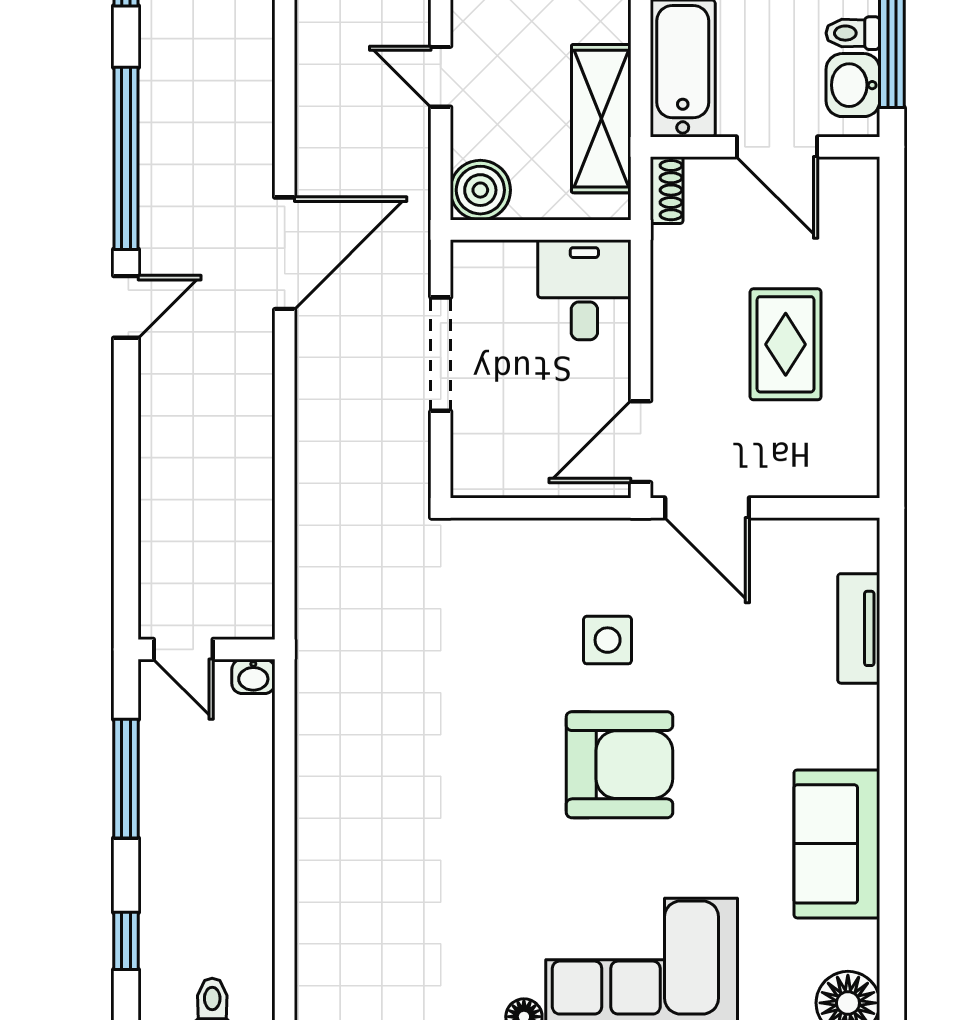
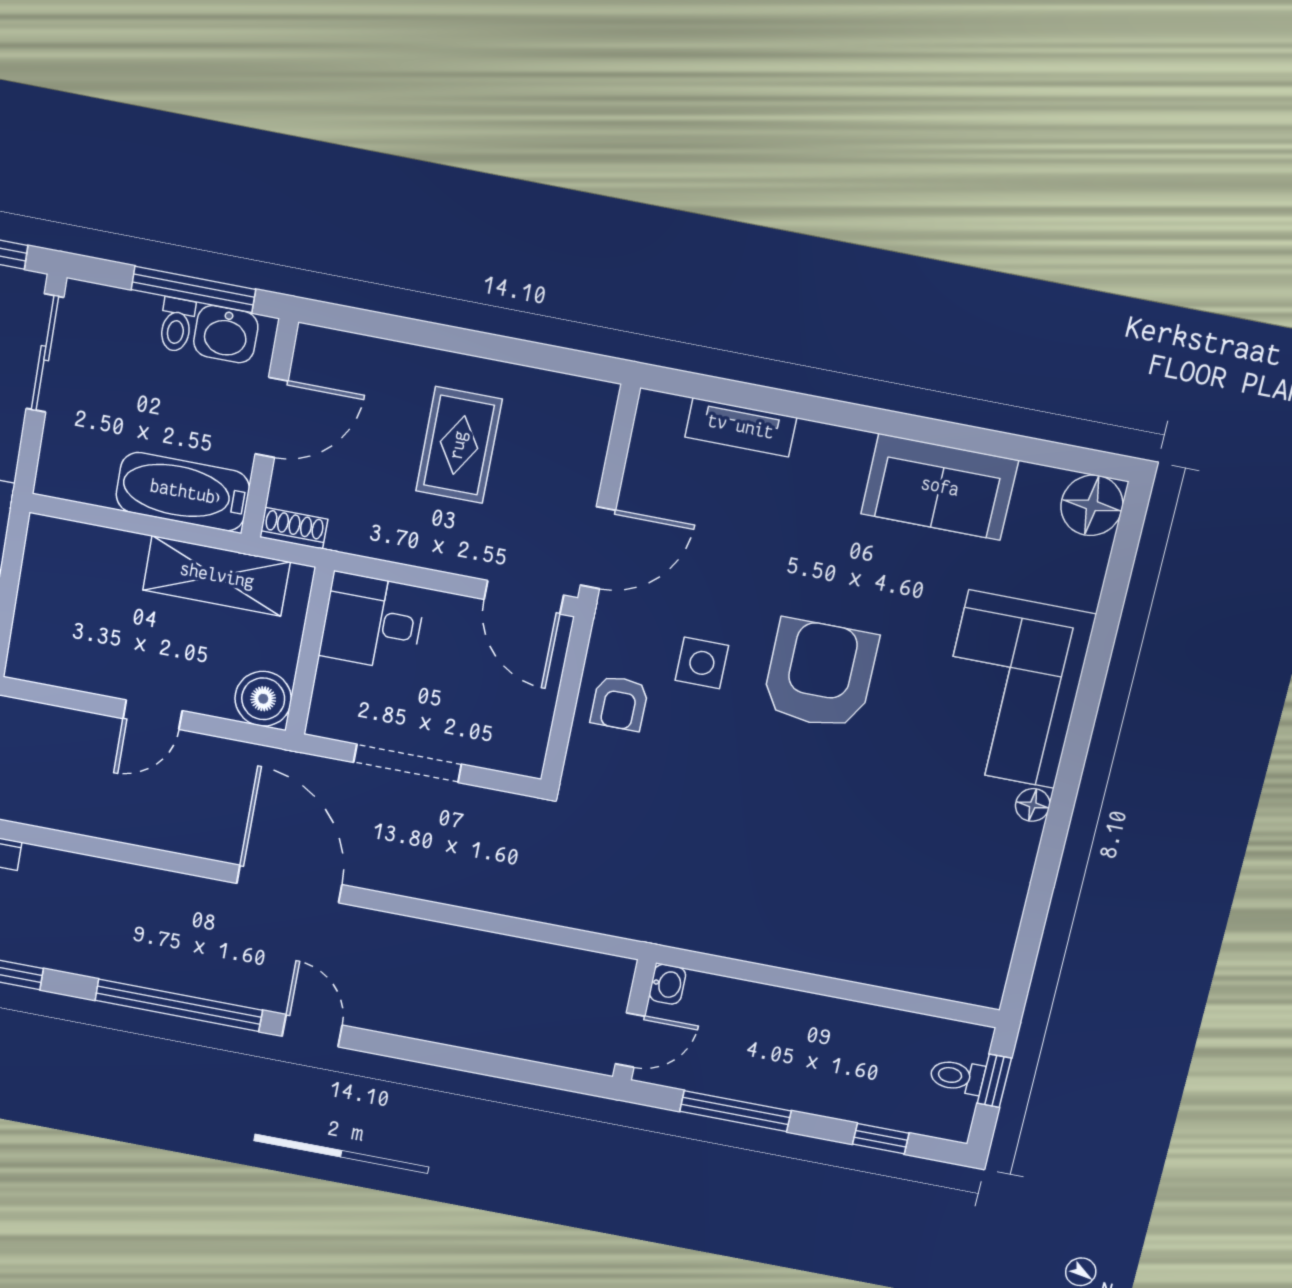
rug: (786, 344) -> (459, 445), turned 90
armchair: (548, 563) -> (620, 703), added

